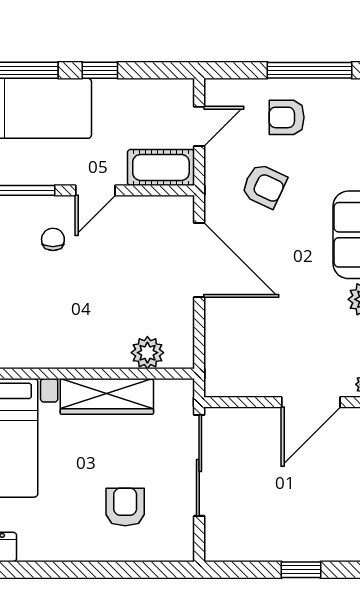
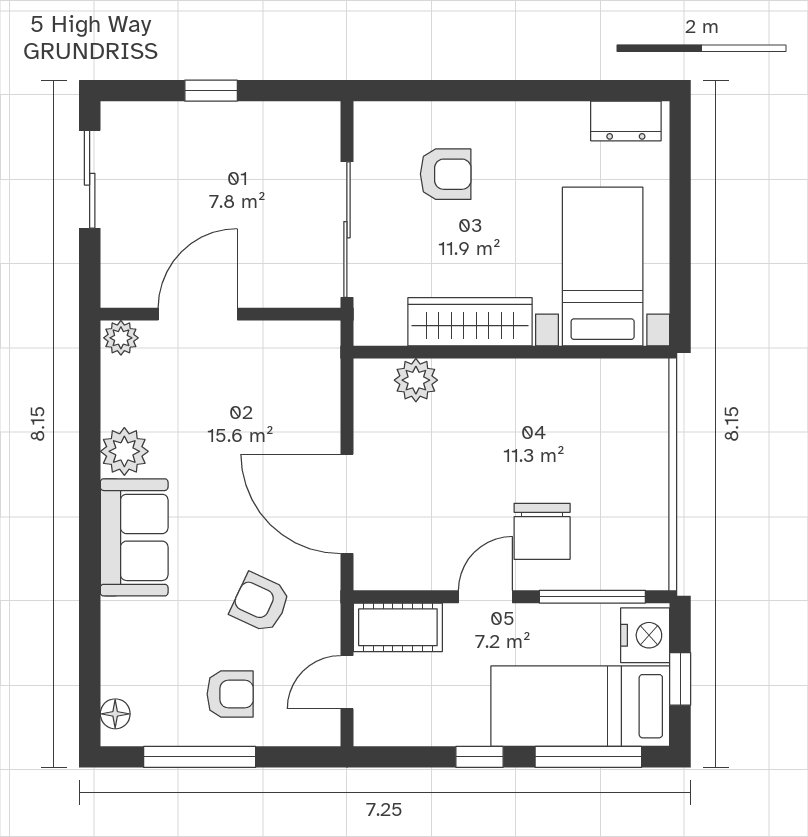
chair: (53, 239) -> (542, 531), width x1.87, depth x1.87
armchair: (125, 507) -> (446, 174), turned -90

